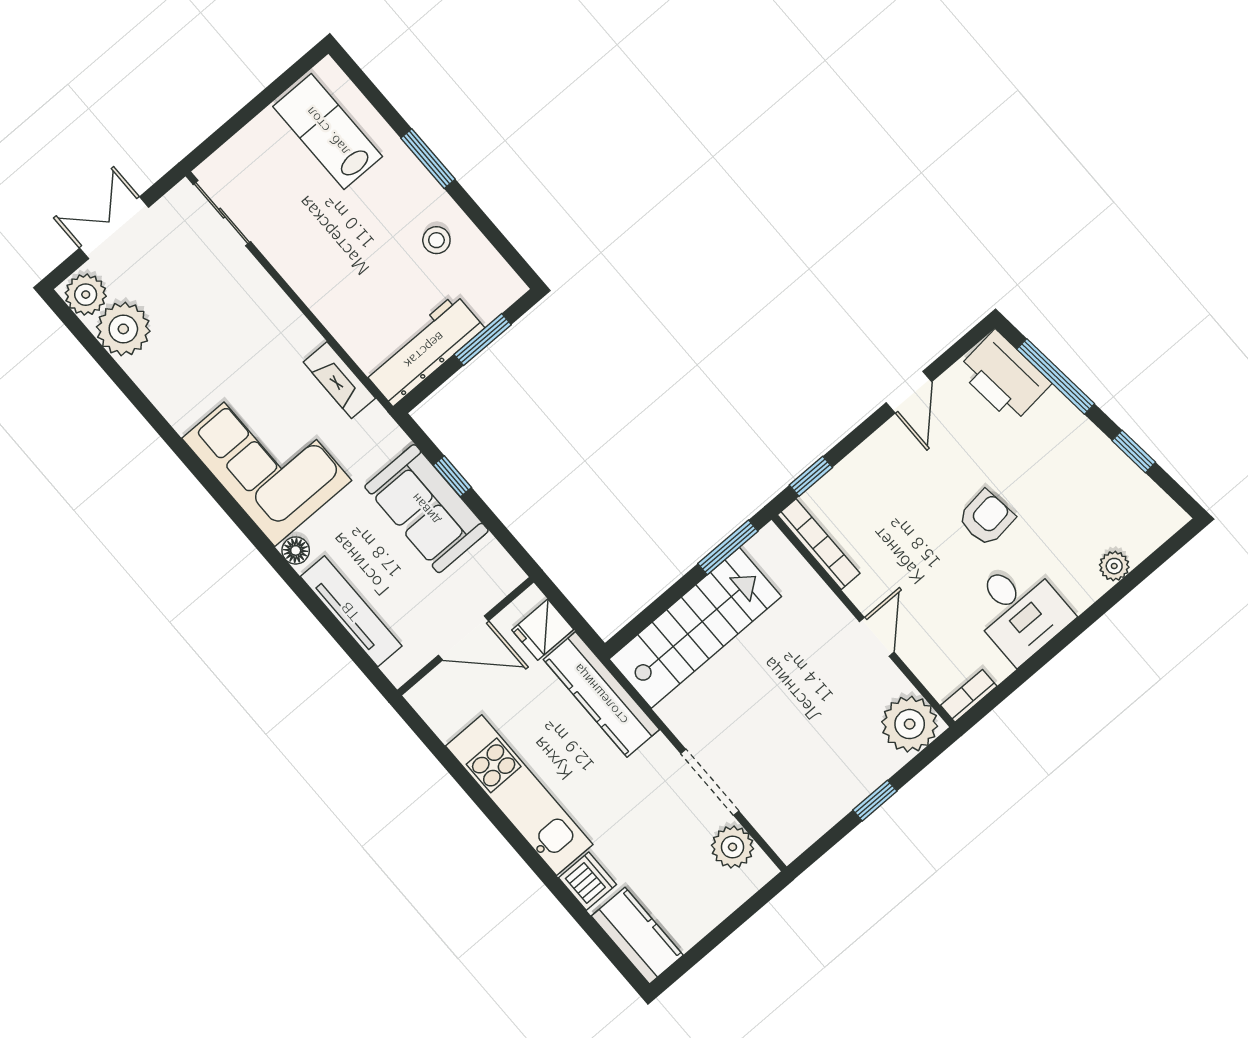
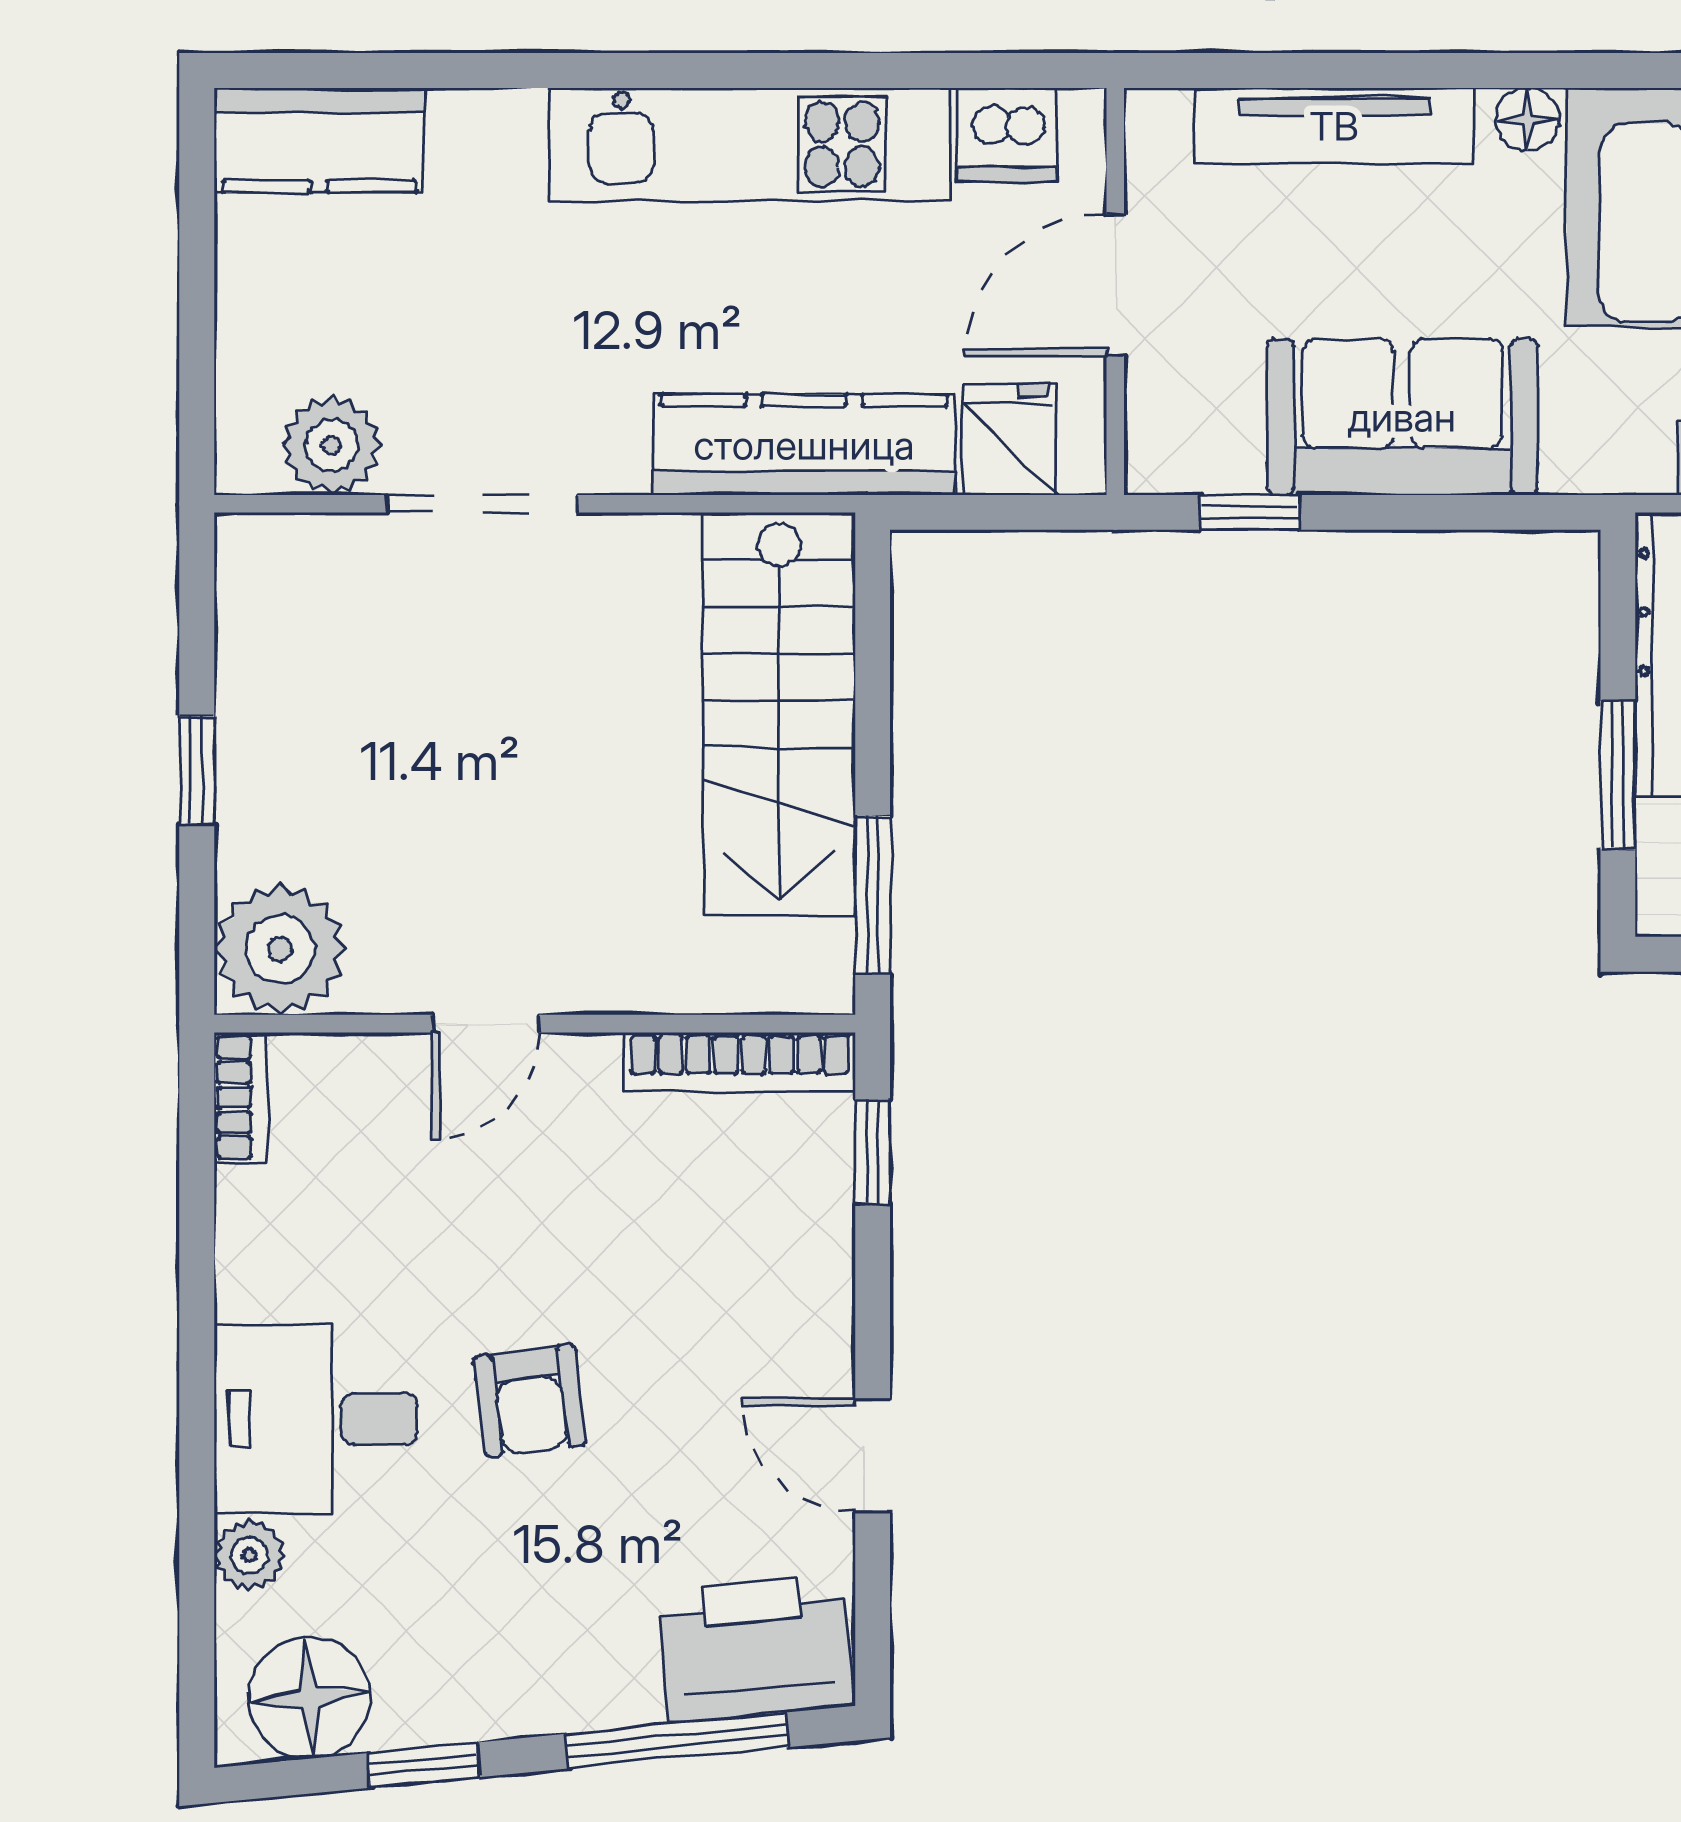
window: (452, 476) -> (1250, 512), moved
floor lamp: (1144, 507) -> (309, 1698), added
desk: (1019, 610) -> (316, 1419), moved
door: (877, 637) -> (486, 1024), hinge flipped
dishwasher: (587, 881) -> (1007, 135), moved

